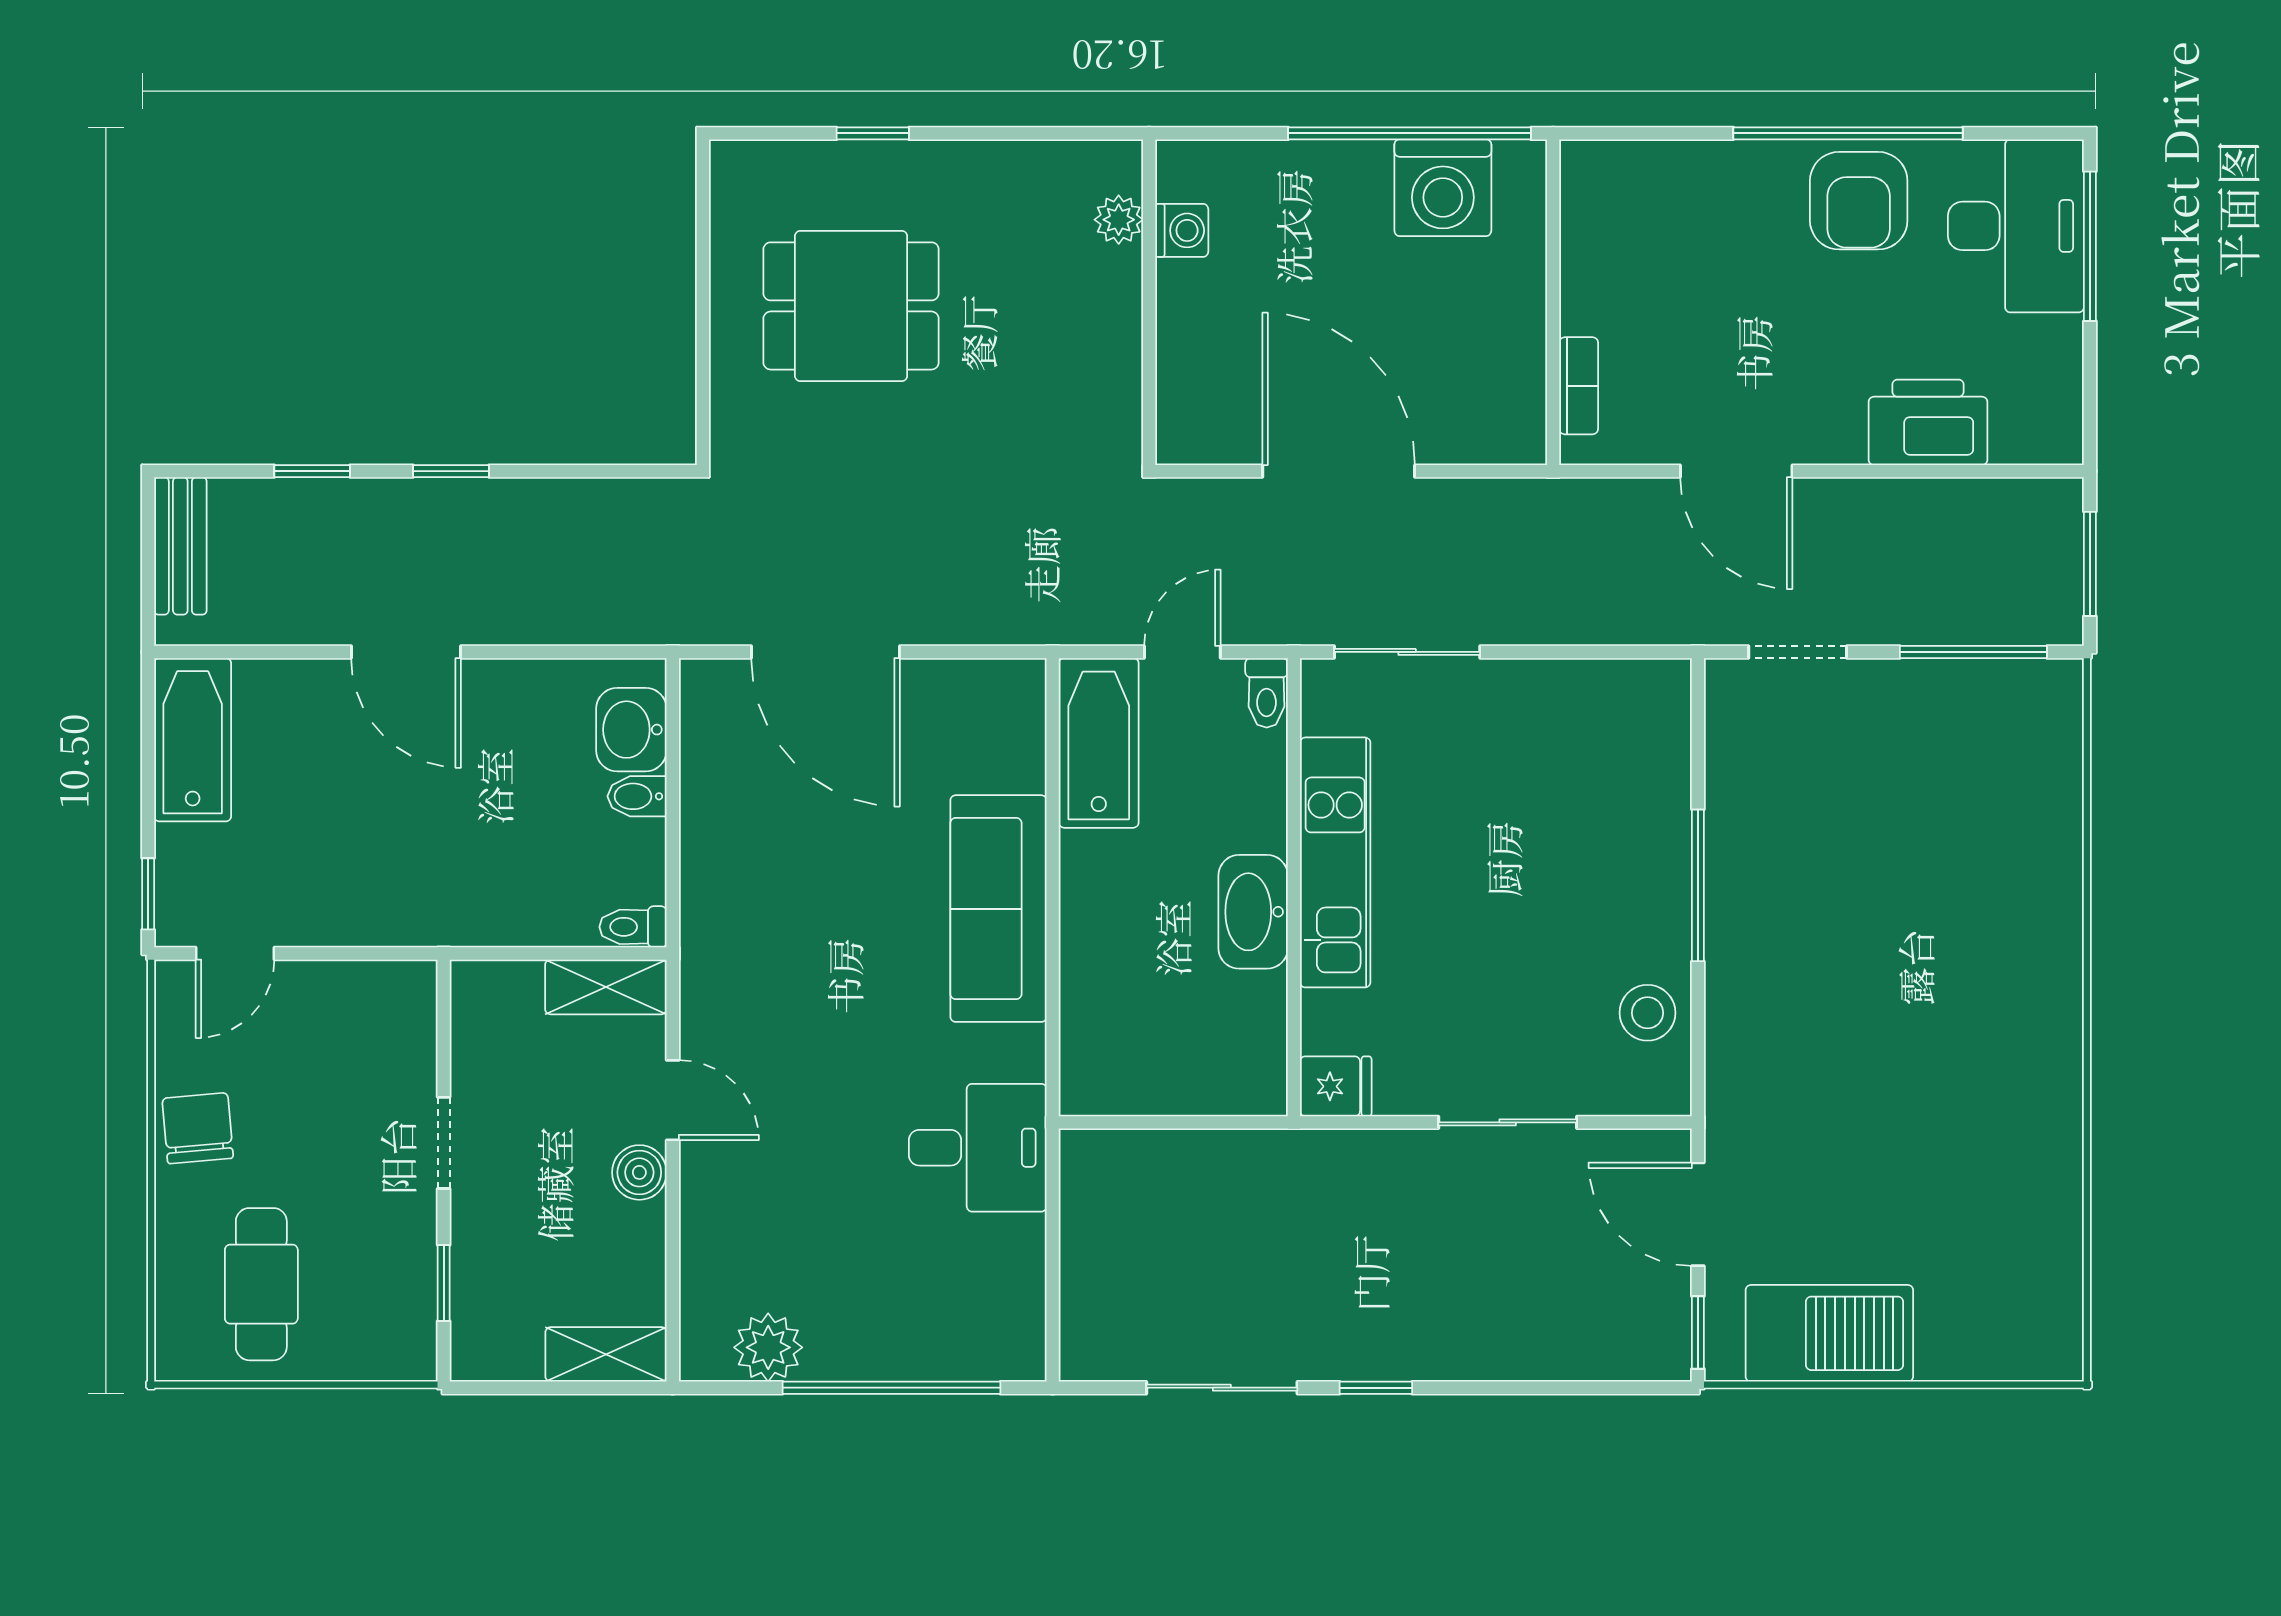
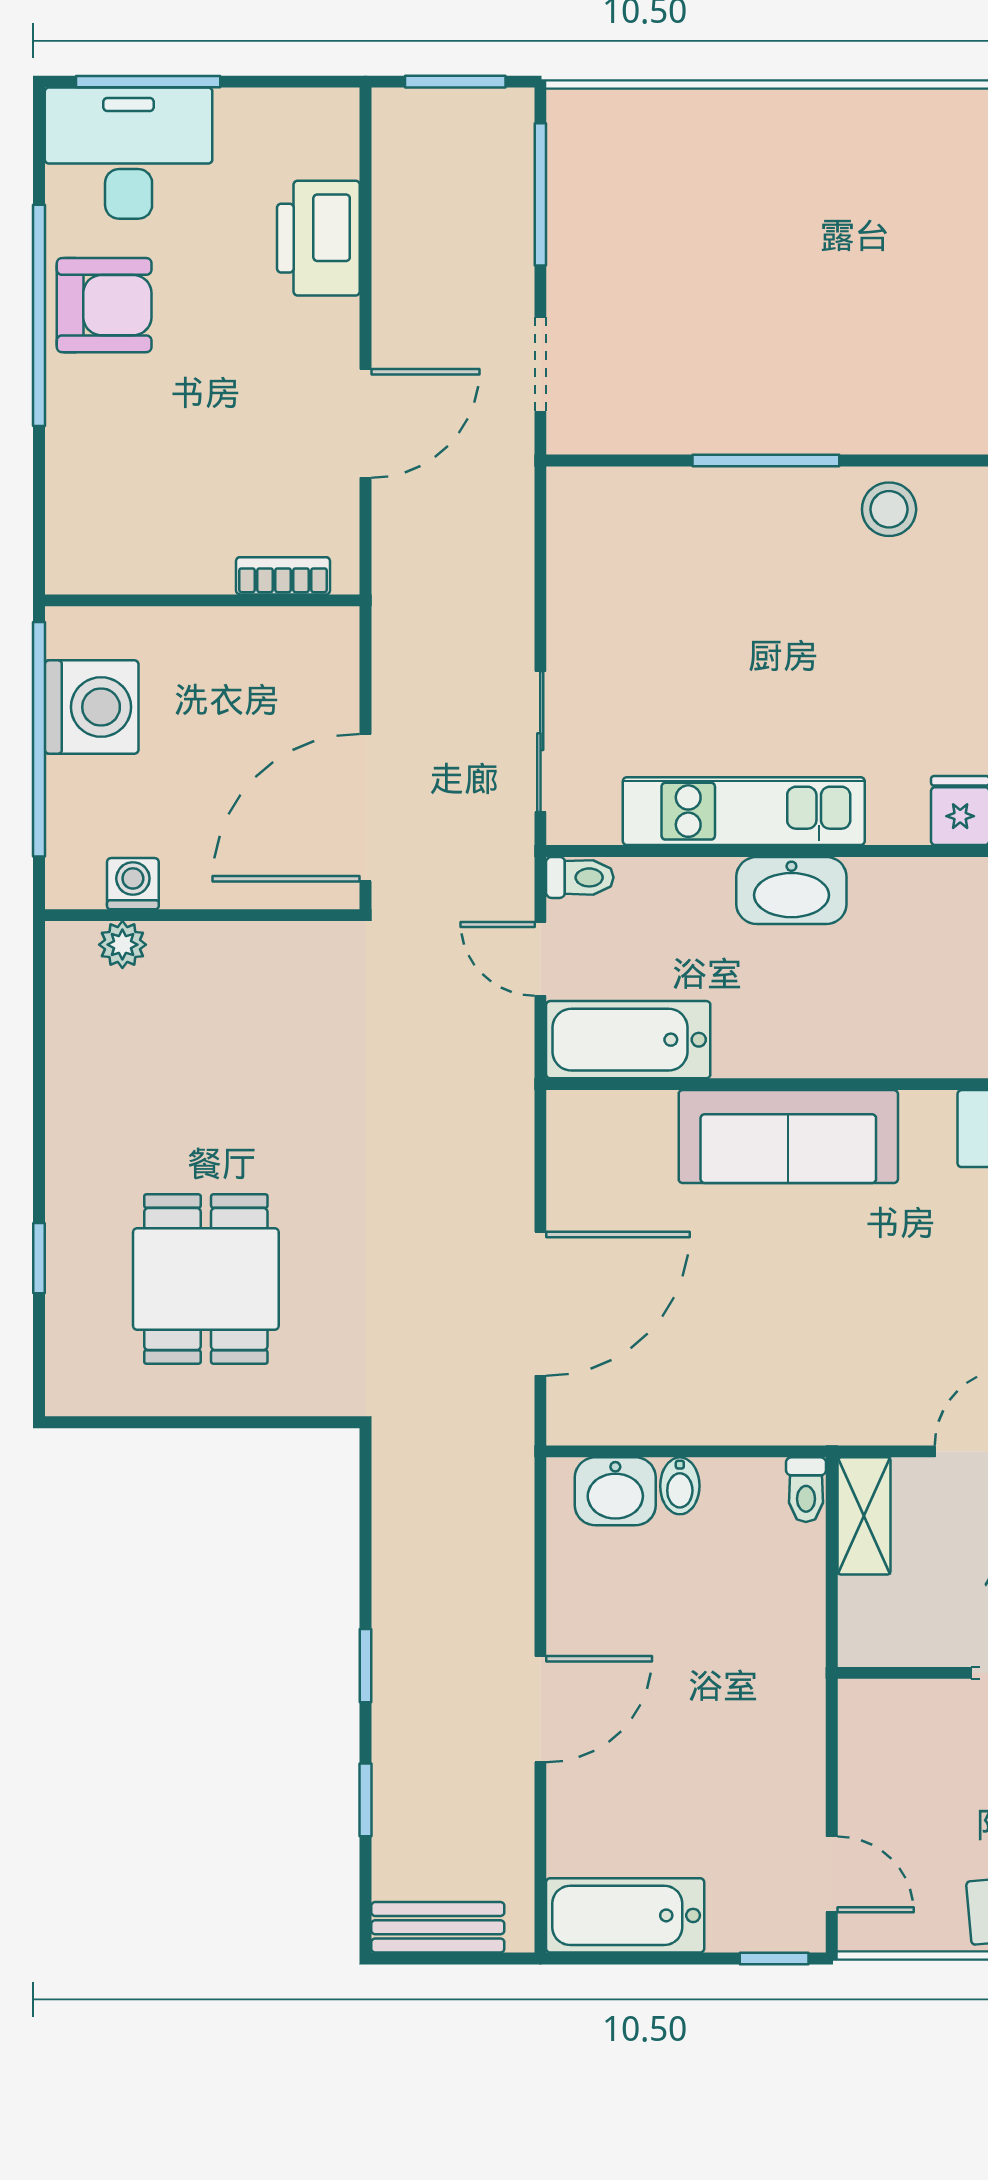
plant: (1119, 220) -> (122, 945), moved
washing machine: (1182, 230) -> (133, 884), moved
wall: (1149, 302) -> (202, 915), moved

